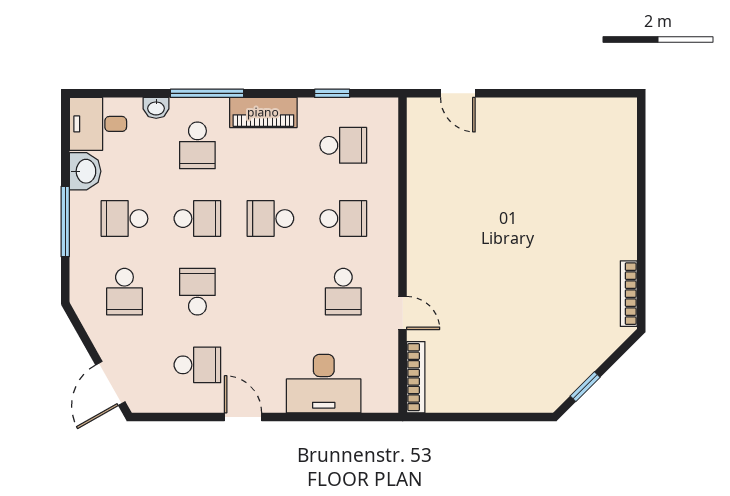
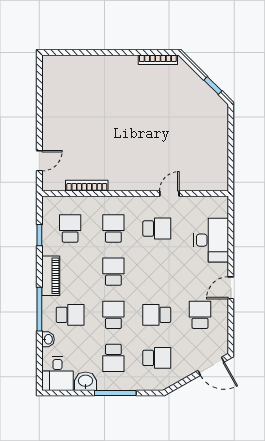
school desk: (270, 219) -> (113, 272), turned 180
bookcase: (416, 377) -> (87, 186), moved

